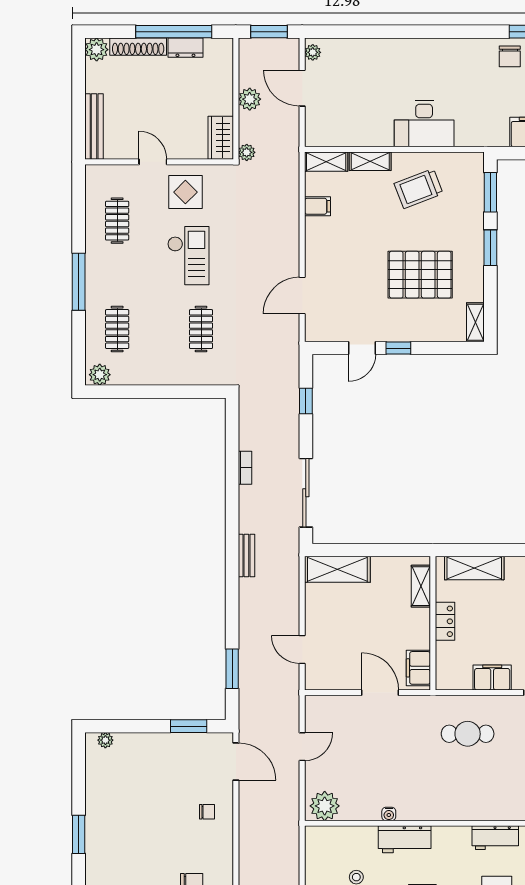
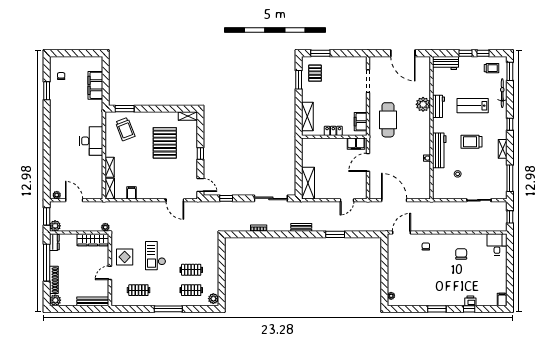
dresser: (185, 48) -> (54, 242), moved
chair: (510, 56) -> (59, 99), removed
door: (302, 88) -> (74, 200), swing flipped
plant: (250, 99) -> (55, 226), moved
wardrobe: (221, 138) -> (93, 240), width x1.50
trolley: (419, 189) -> (125, 129), moved
window: (490, 248) -> (152, 109), removed
checkout: (188, 256) -> (155, 256), turned -90
clothes rail: (201, 329) -> (191, 270), moved
door: (362, 348) -> (200, 185), moved
shelving: (421, 586) -> (316, 143), removed
window: (232, 669) -> (335, 234), moved
filing cabinet: (492, 677) -> (361, 122), moved
window: (189, 726) -> (384, 255), removed
cafe table: (468, 734) -> (388, 120), width x1.37, depth x1.35
door: (302, 747) -> (394, 200), width x1.88
plant: (325, 806) -> (423, 104), moved
workbench: (405, 839) -> (439, 150), width x1.38

